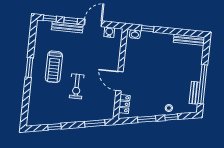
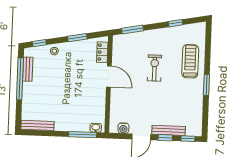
window: (148, 29) -> (83, 135), width x2.17
treadmill: (54, 67) -> (190, 61), moved
window: (171, 117) -> (39, 43), moved

